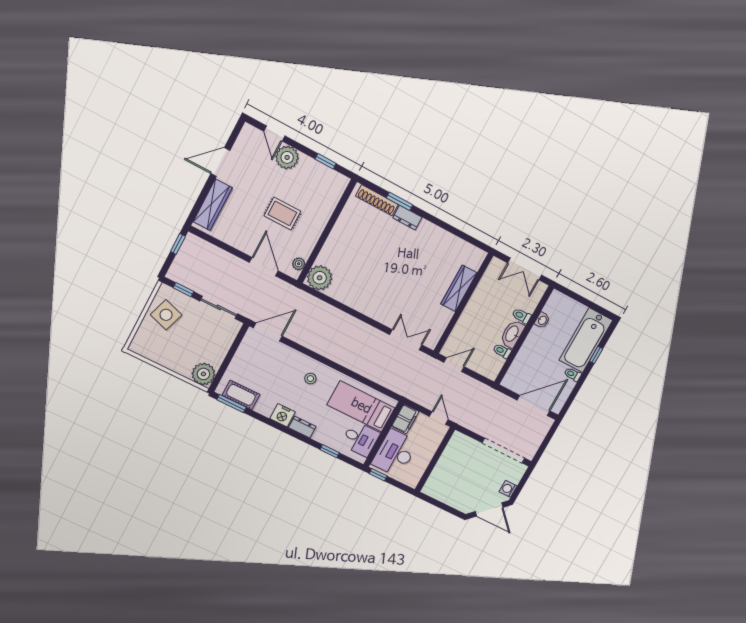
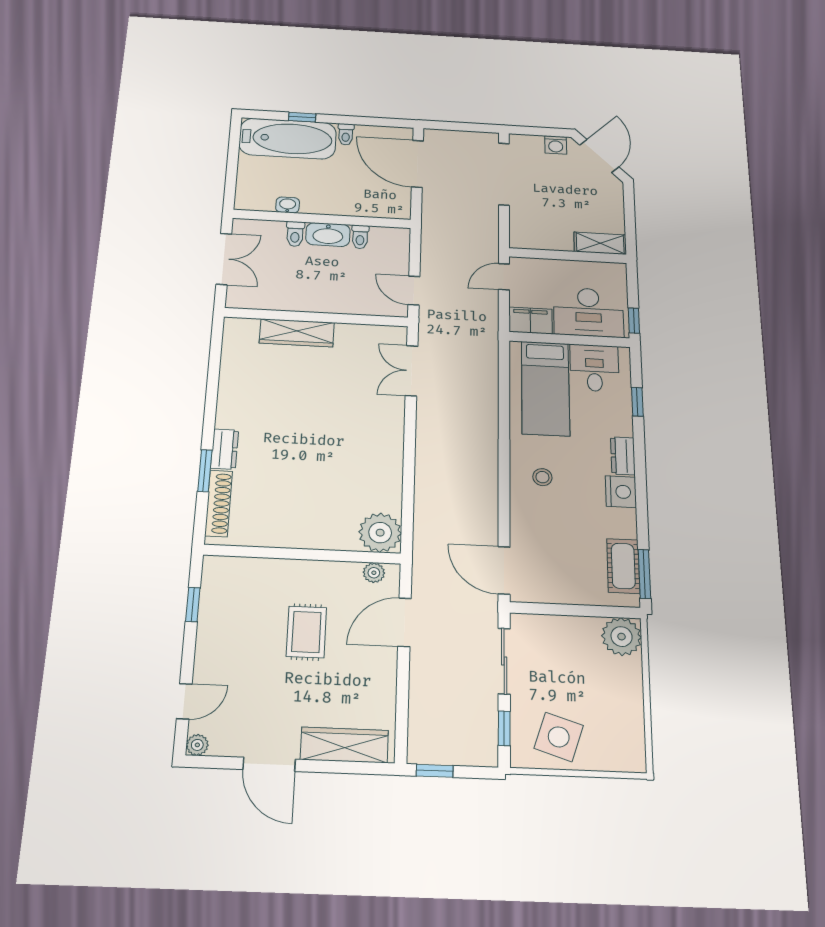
plant: (287, 157) -> (197, 745), moved, width x0.53, depth x0.53
shelving: (434, 481) -> (600, 243), added

